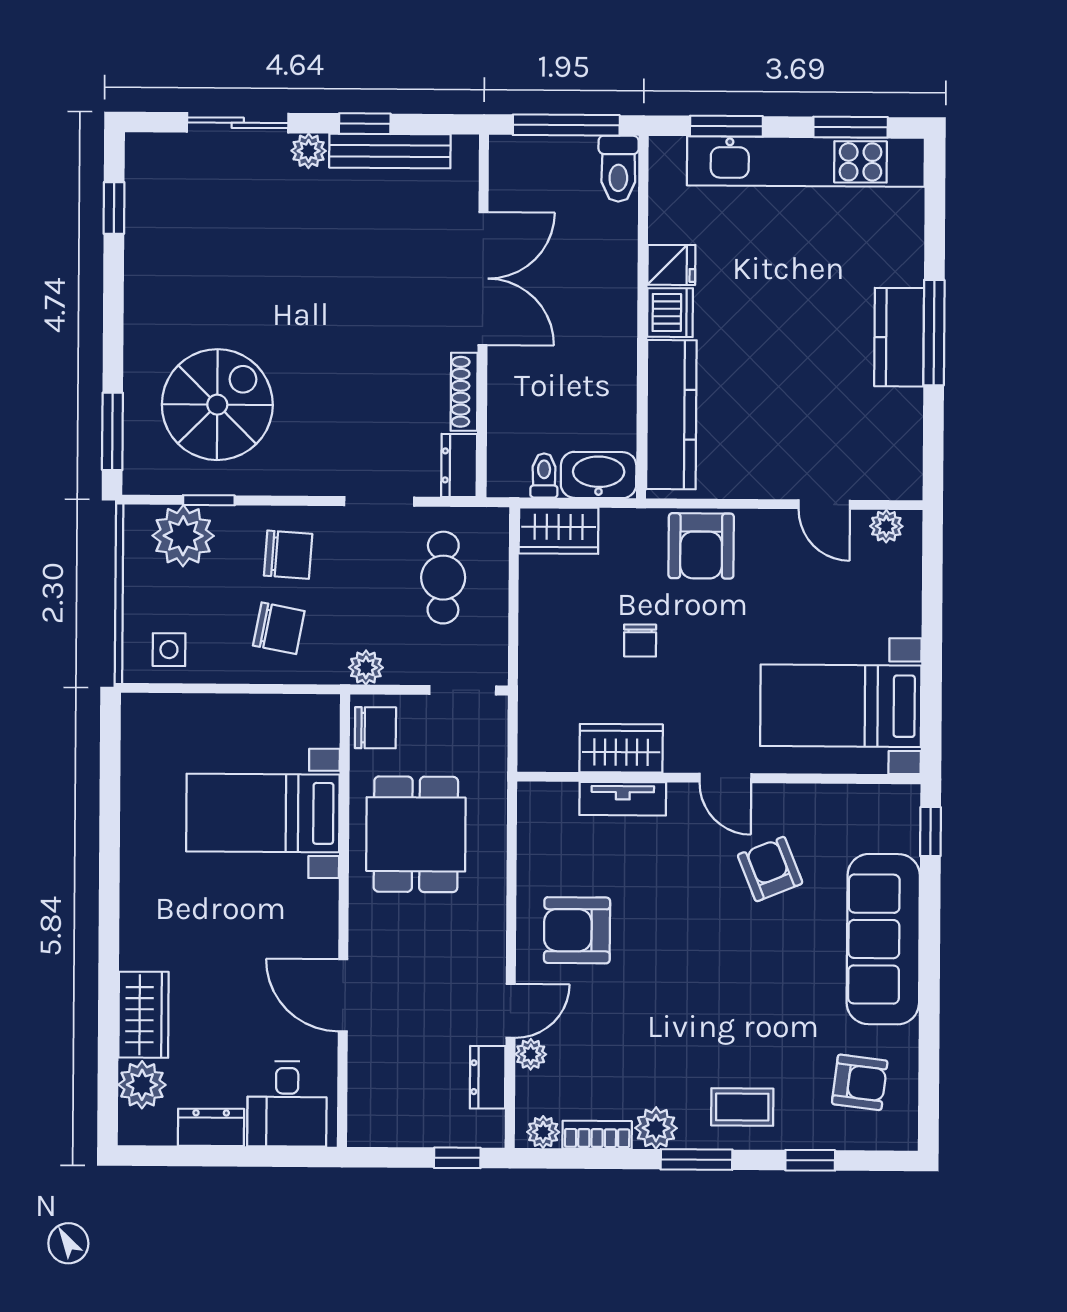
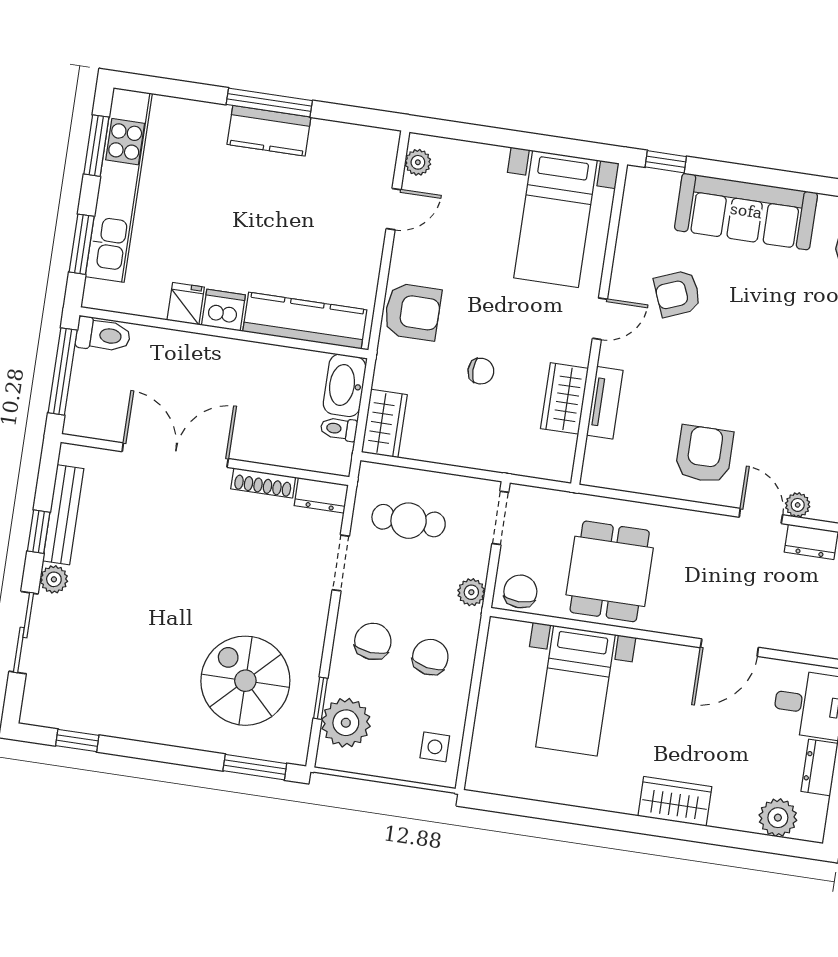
dining table: (416, 834) -> (610, 571), turned 90
armchair: (577, 930) -> (704, 454), turned 180
wardrobe: (144, 1015) -> (675, 801), moved

